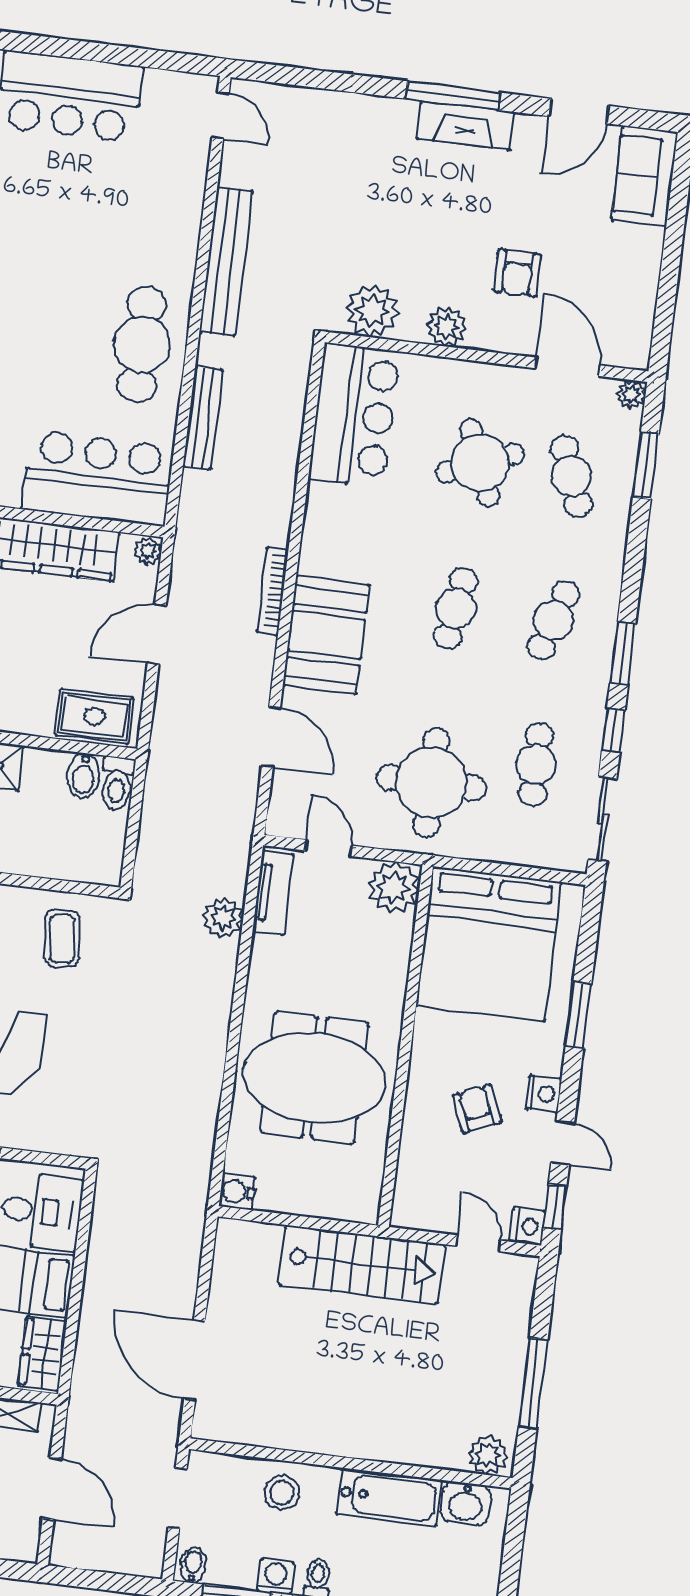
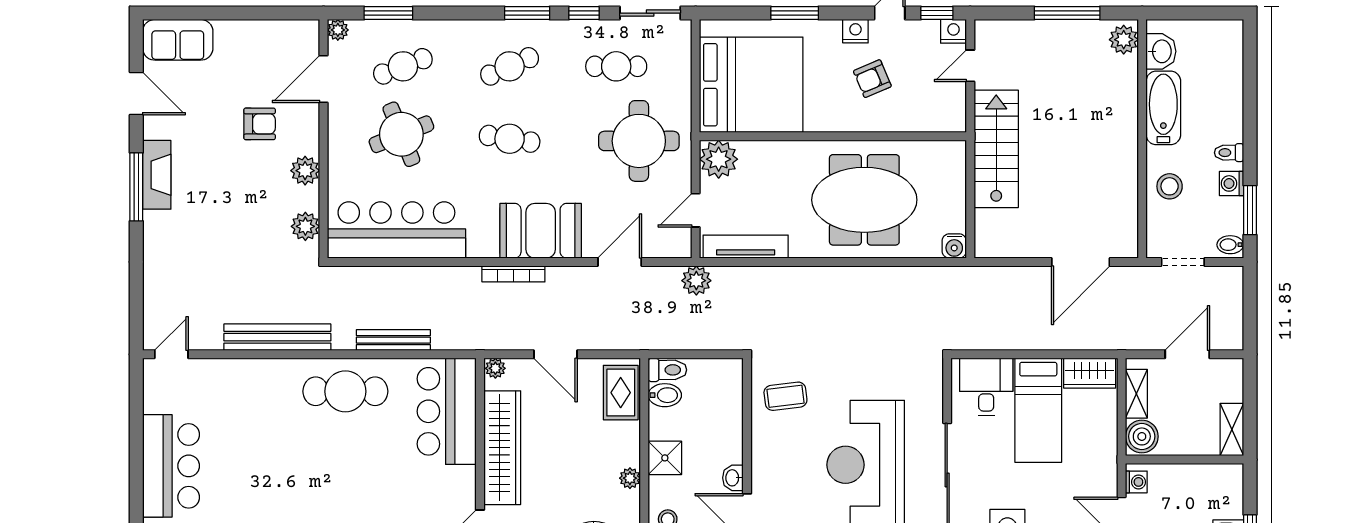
plant: (372, 311) -> (305, 226), width x0.73, depth x0.73
bar counter: (354, 415) -> (396, 230), width x1.36
cafe table: (554, 620) -> (510, 66), turned -42
tv unit: (273, 893) -> (746, 247), width x1.41
plant: (223, 918) -> (696, 281), moved
meeting table: (314, 1078) -> (864, 200), turned 90

